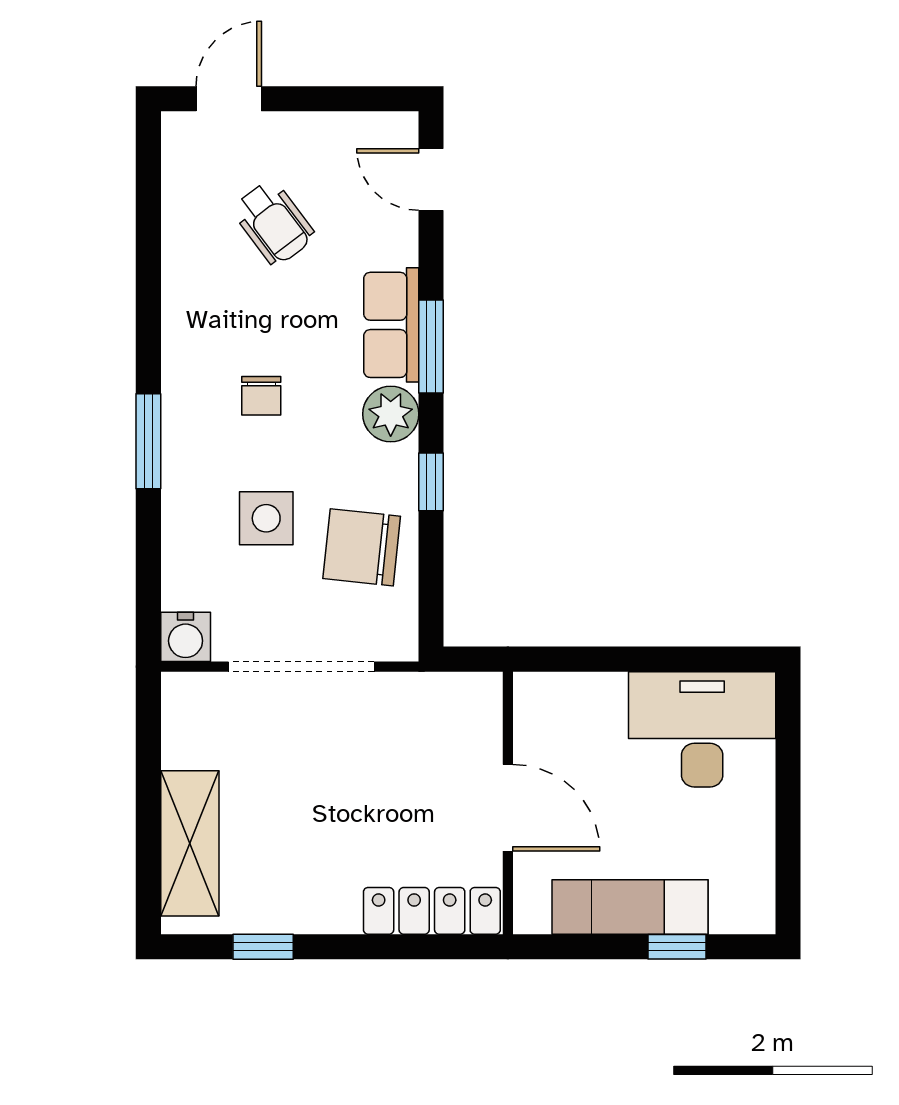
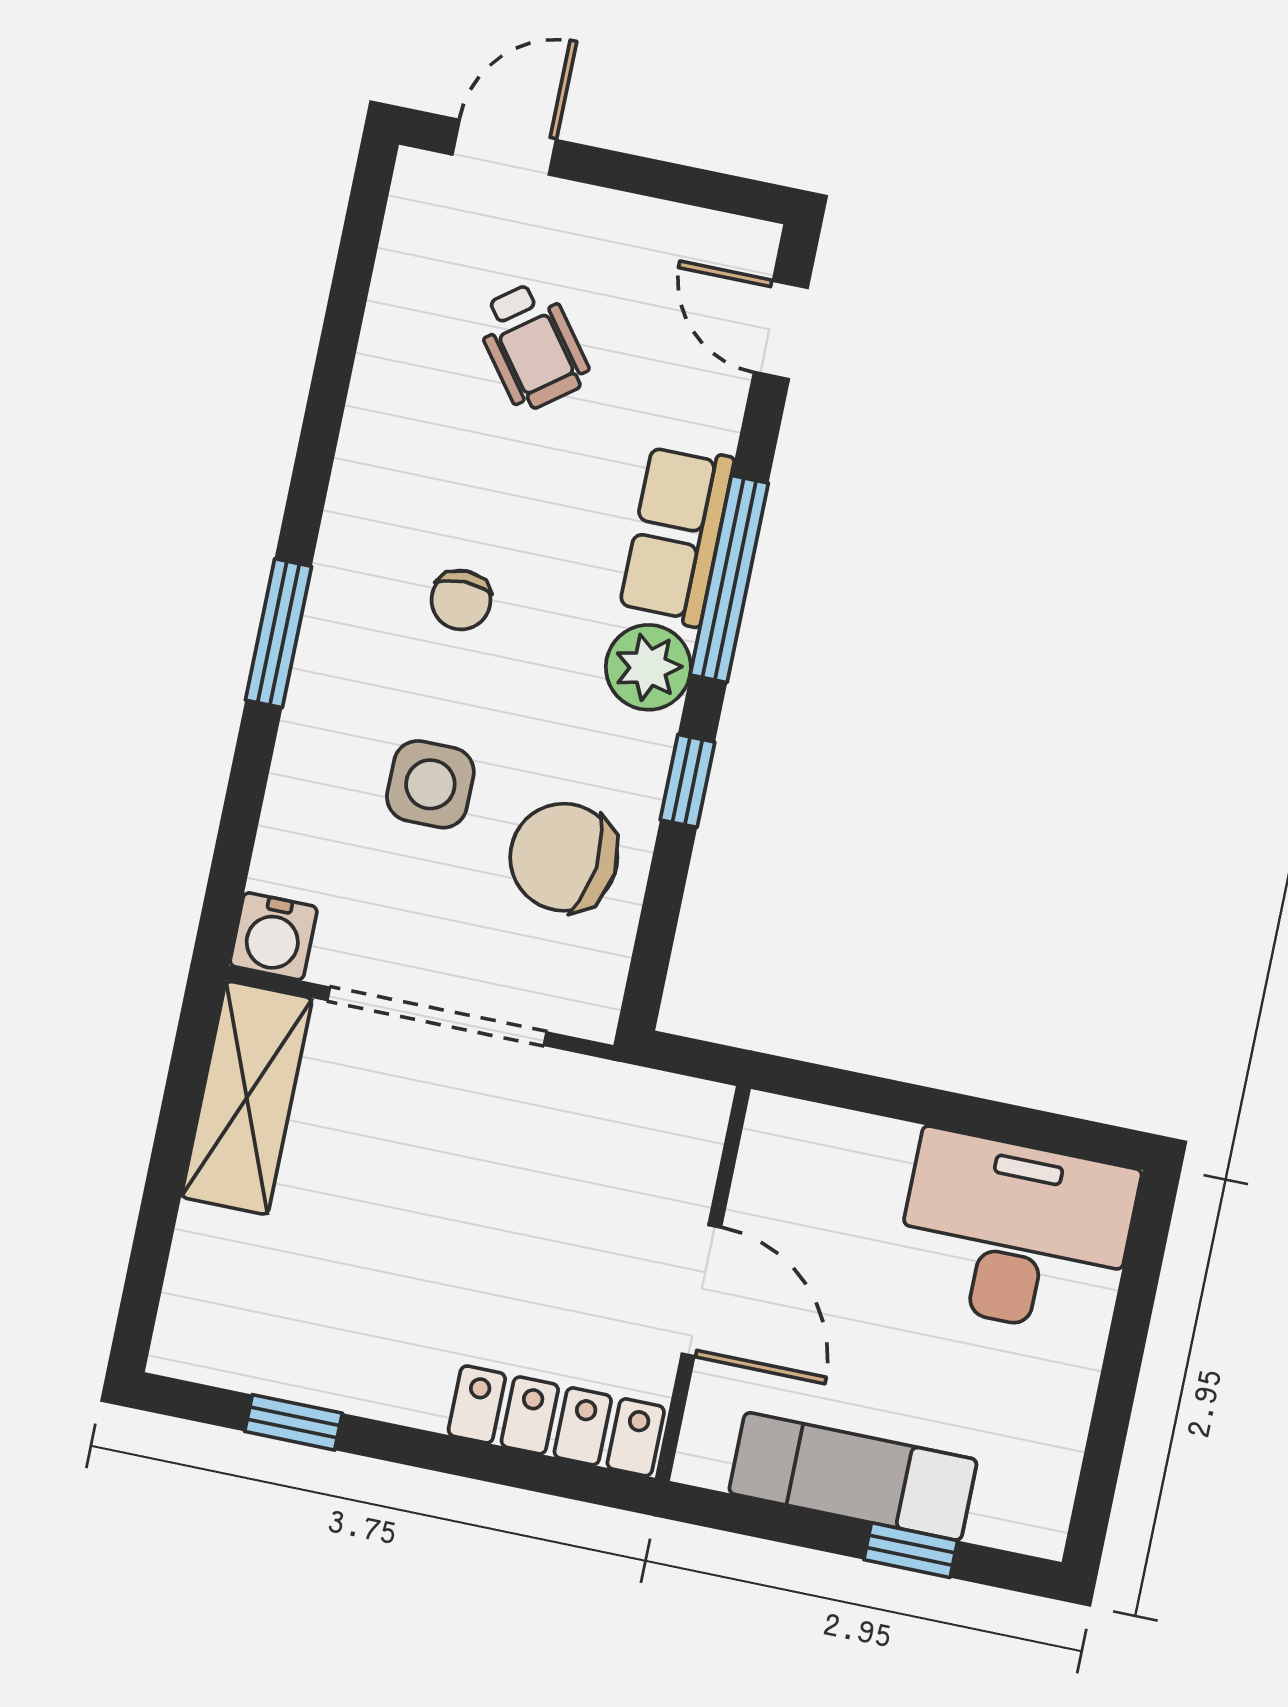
window: (431, 346) -> (729, 579), width x1.44
shelving: (190, 843) -> (247, 1098), moved

